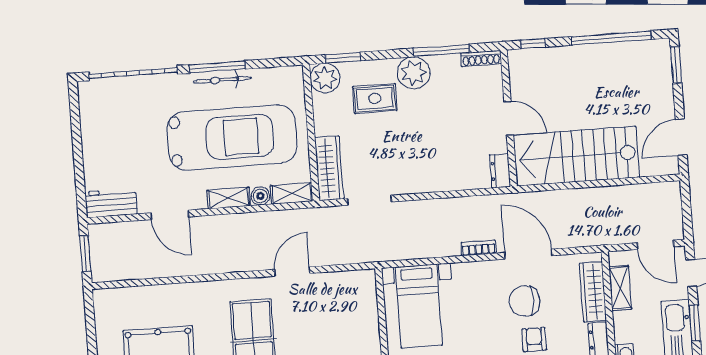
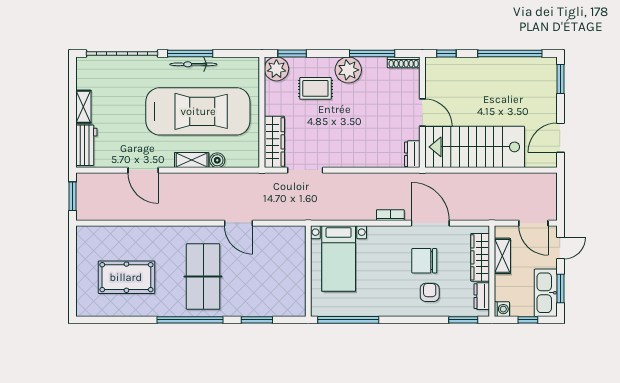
shelving: (292, 194) -> (83, 107), moved, turned 90
workbench: (111, 203) -> (86, 145), moved, turned 90
door: (292, 271) -> (239, 223), swing flipped

